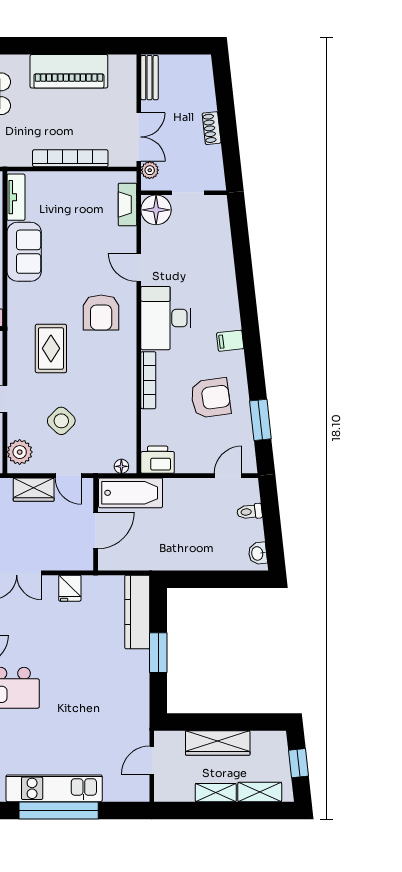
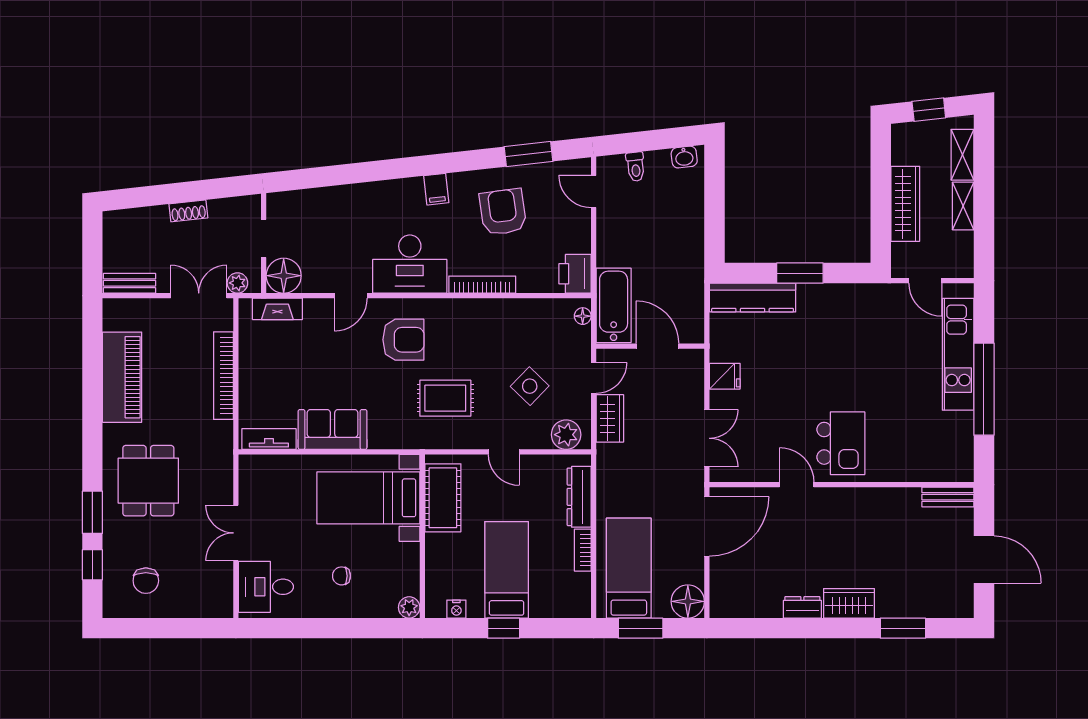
kitchen unit: (54, 788) -> (958, 354), moved

